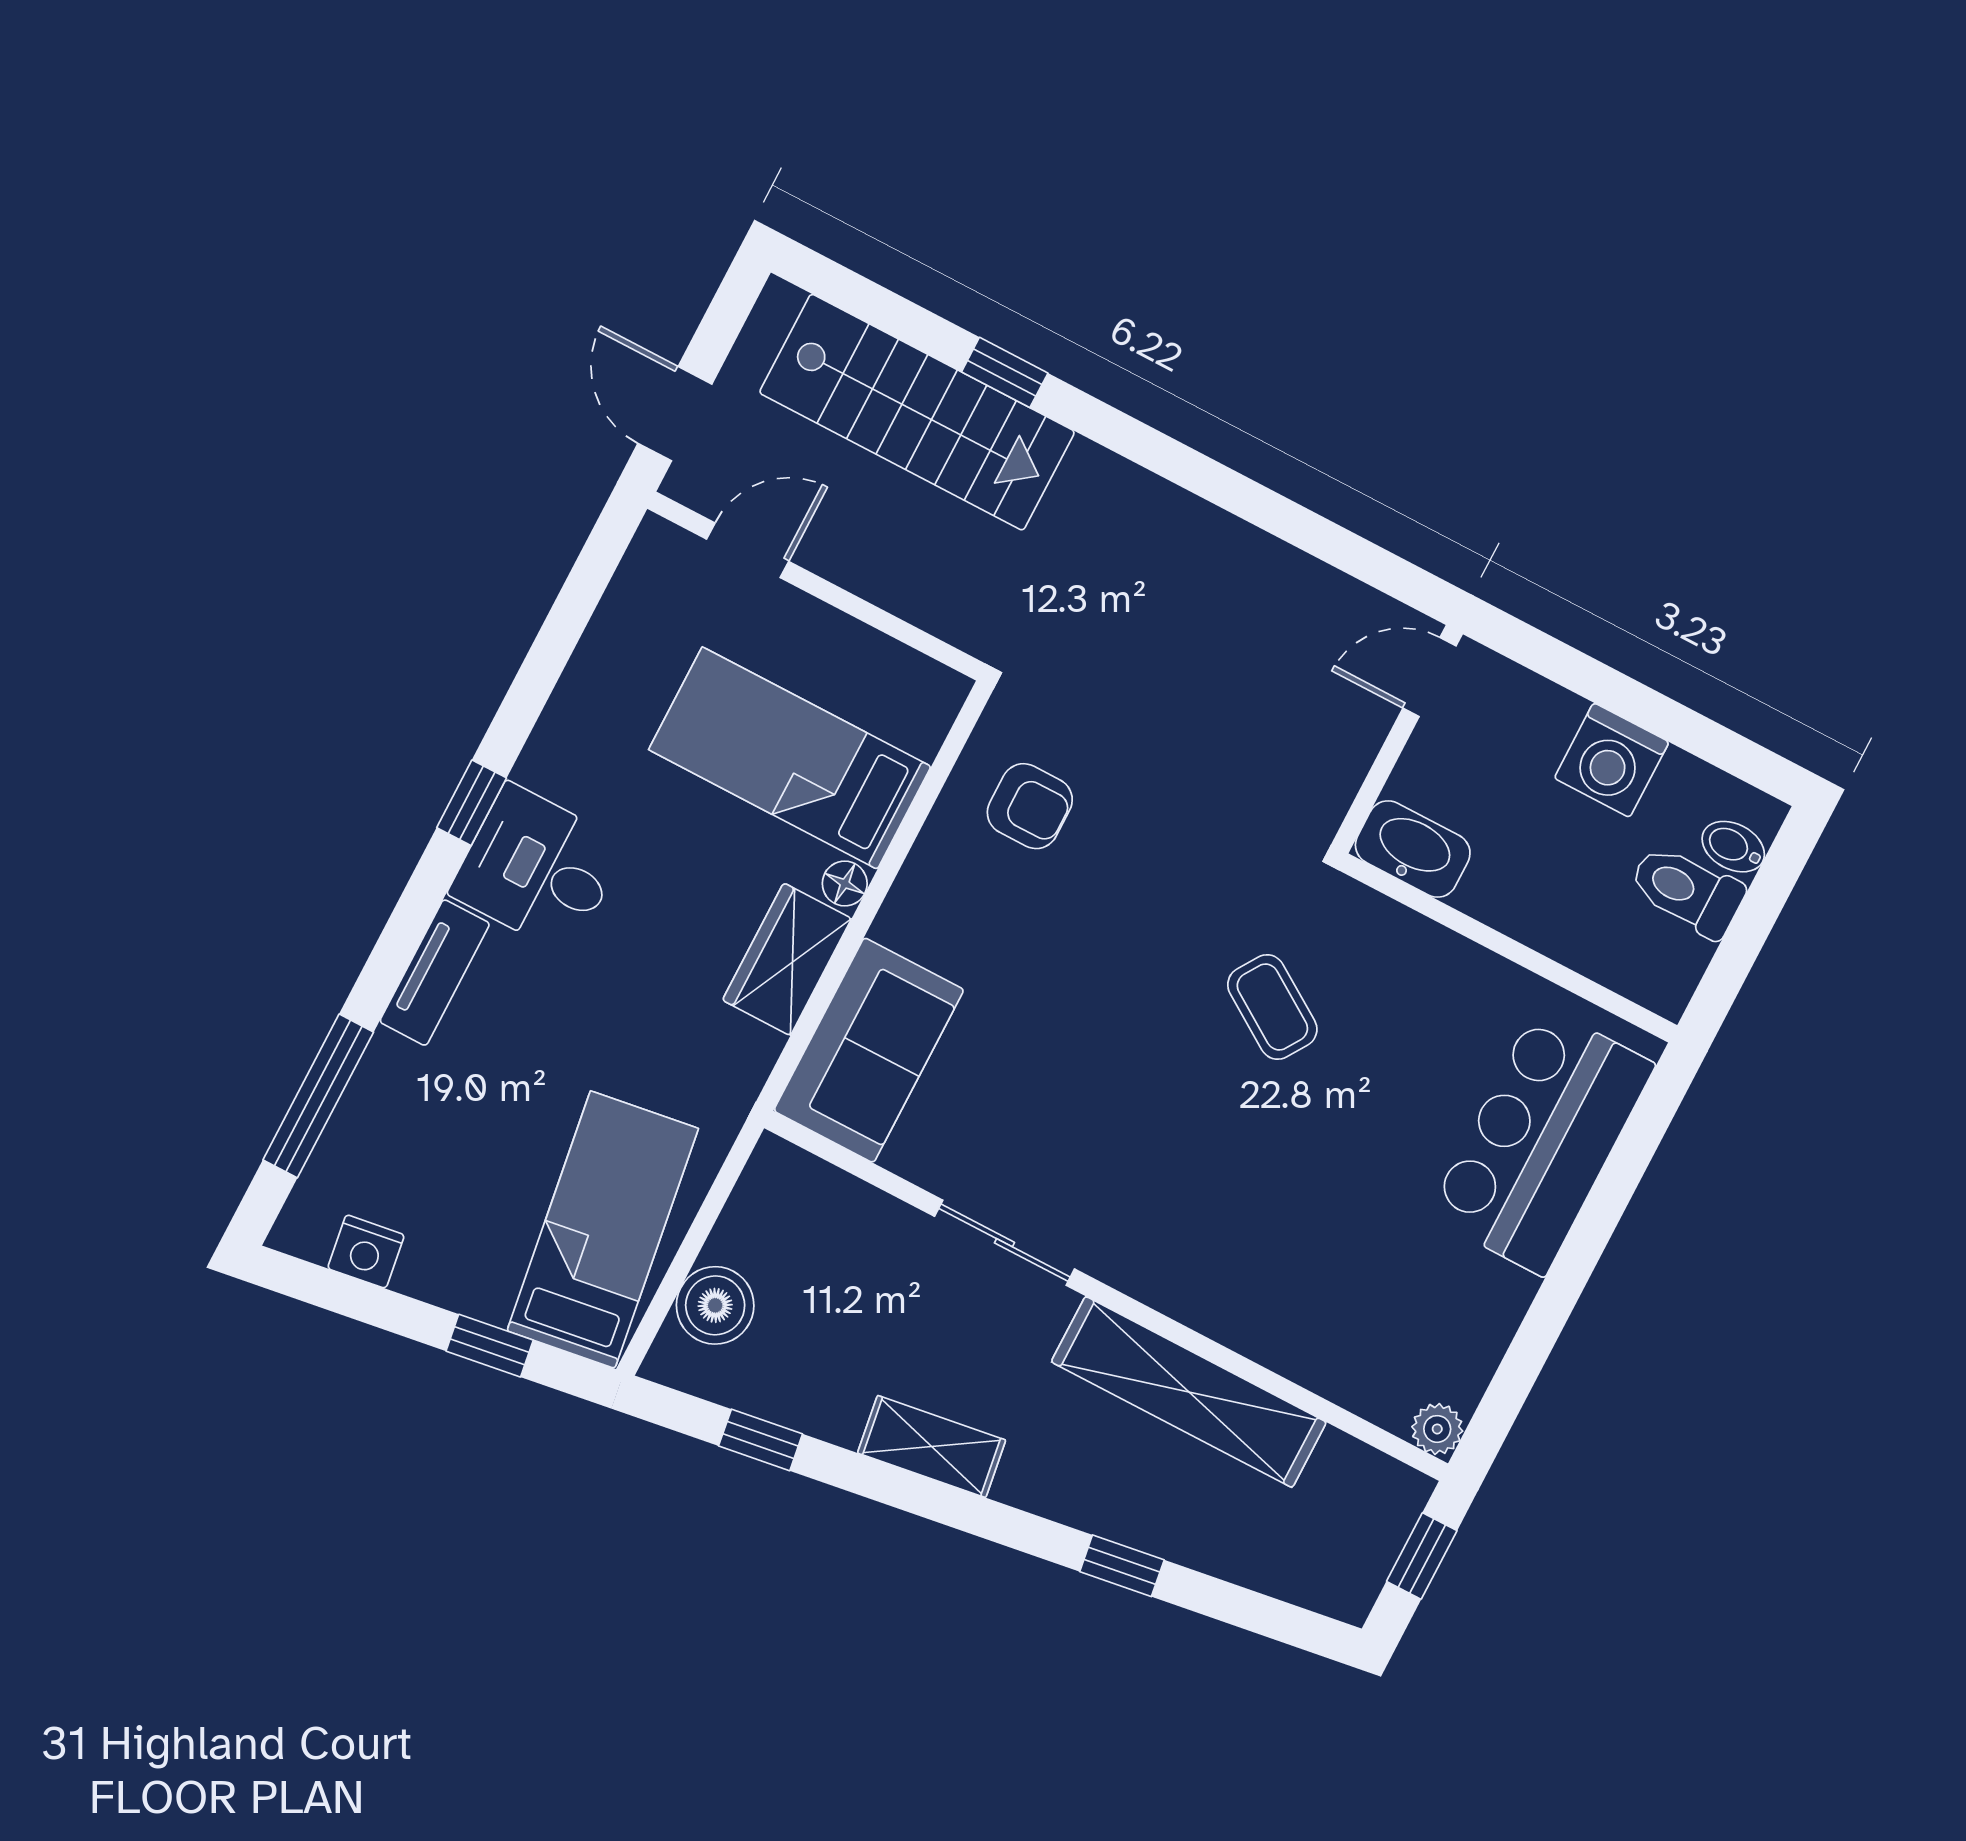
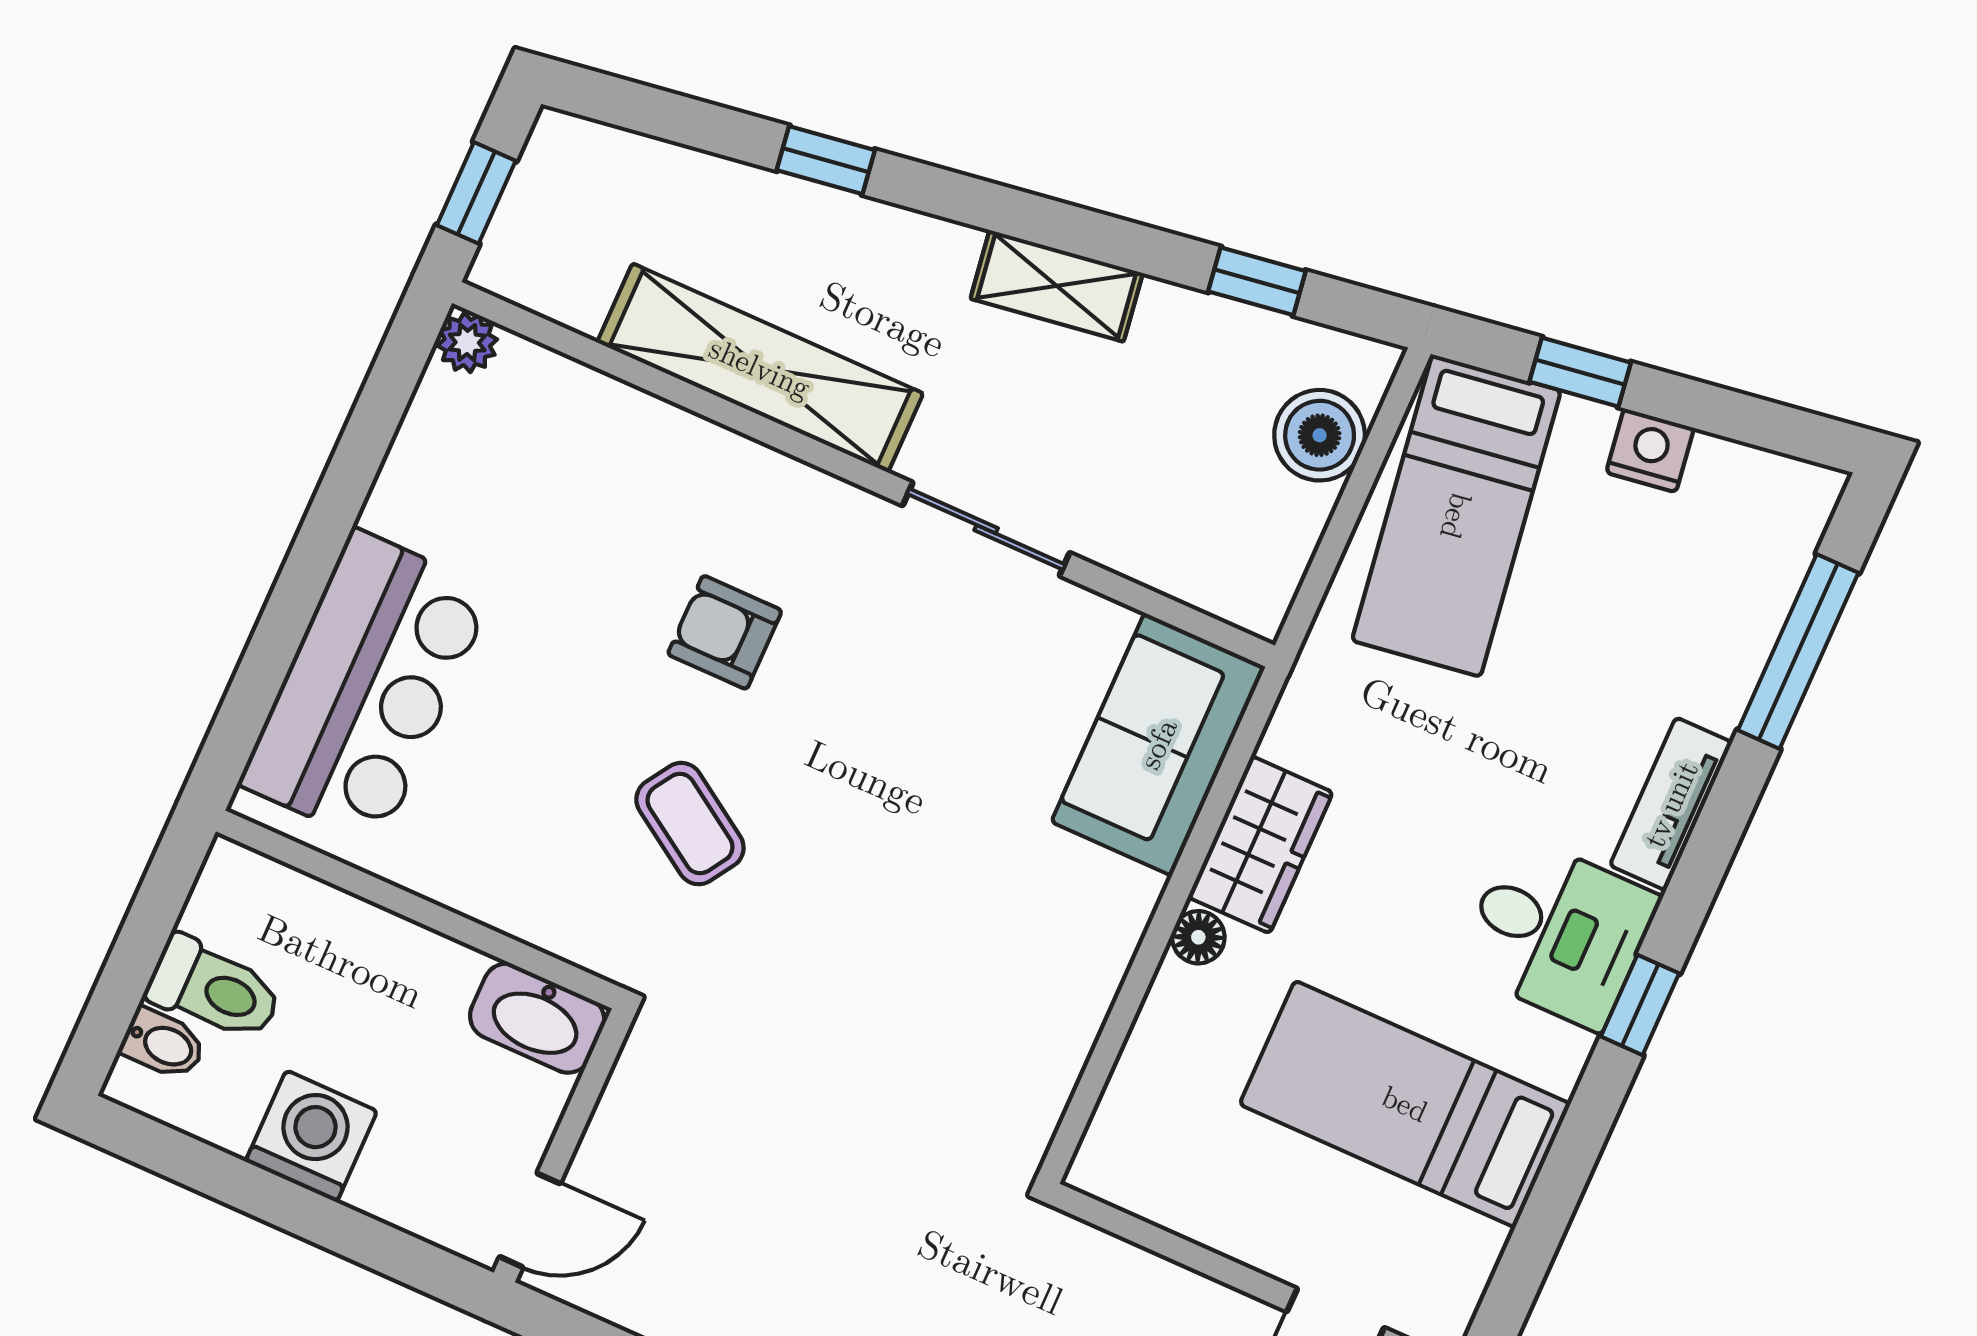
bed: (790, 758) -> (1405, 1104), moved, turned 180
armchair: (1030, 806) -> (725, 632), moved
nightstand: (366, 1252) -> (1650, 450), moved

